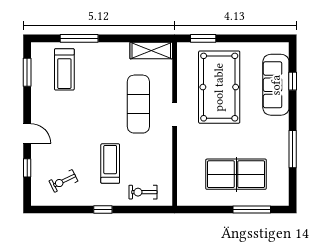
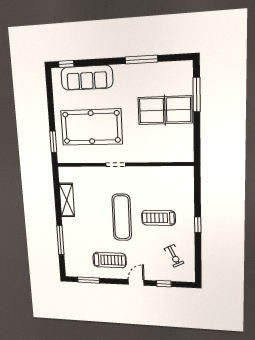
shelving: (151, 51) -> (67, 200), moved
treadmill: (64, 69) -> (109, 260), moved
window: (293, 81) -> (66, 64), moved
exercise mat: (138, 104) -> (122, 217), moved, turned 90
table tennis table: (236, 174) -> (165, 110), turned 90
exercise bike: (143, 192) -> (182, 191), removed

